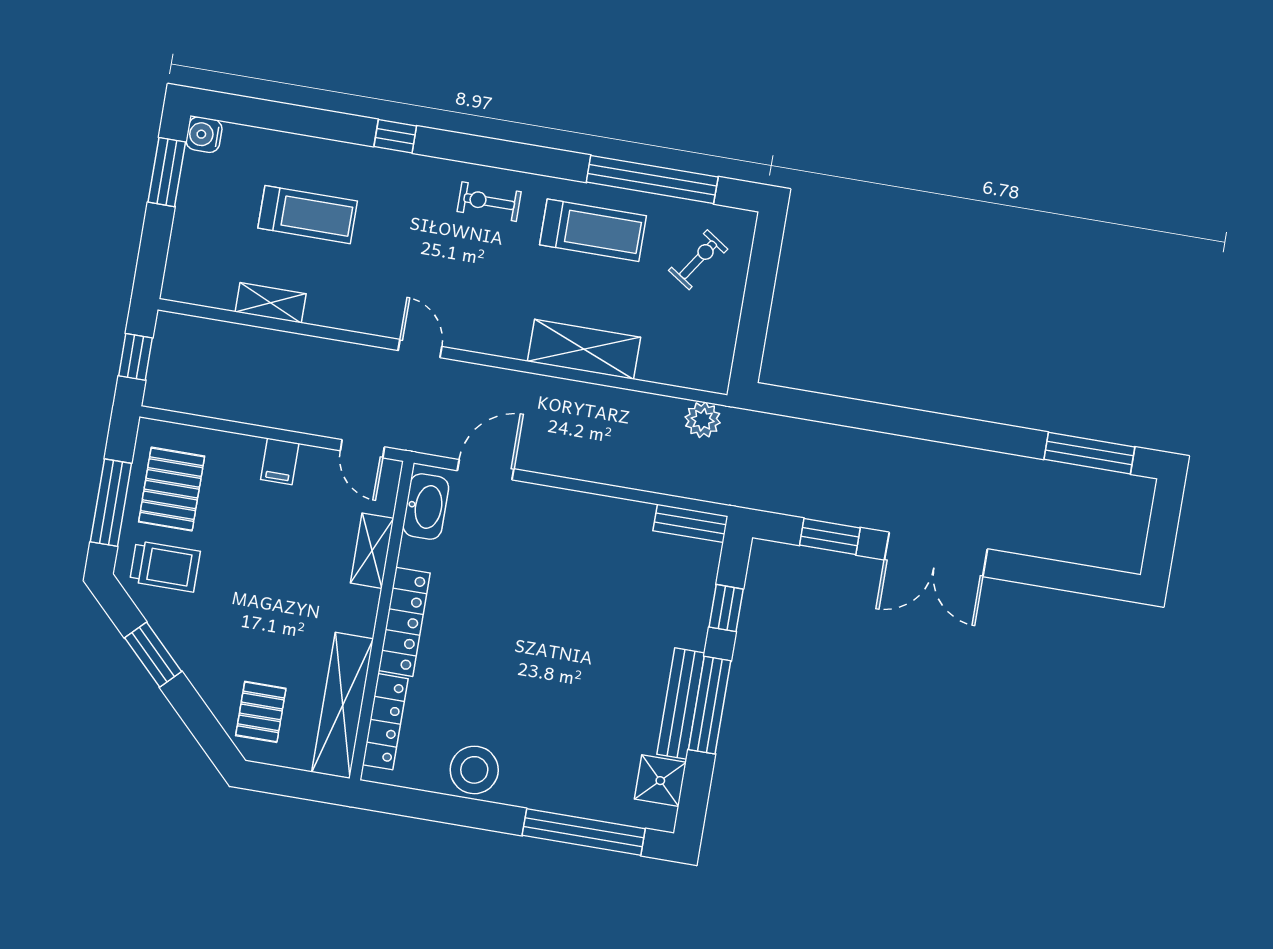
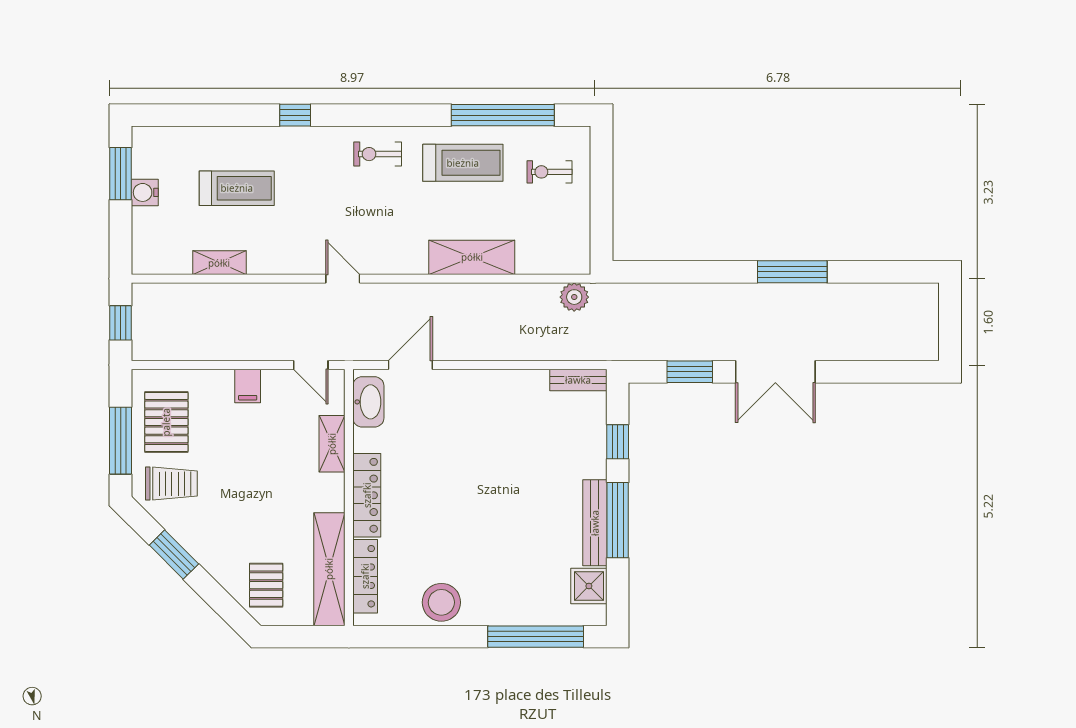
water cooler: (204, 135) -> (145, 192), moved
exercise bike: (698, 260) -> (549, 172), turned -124
window: (1089, 453) -> (792, 272), moved

